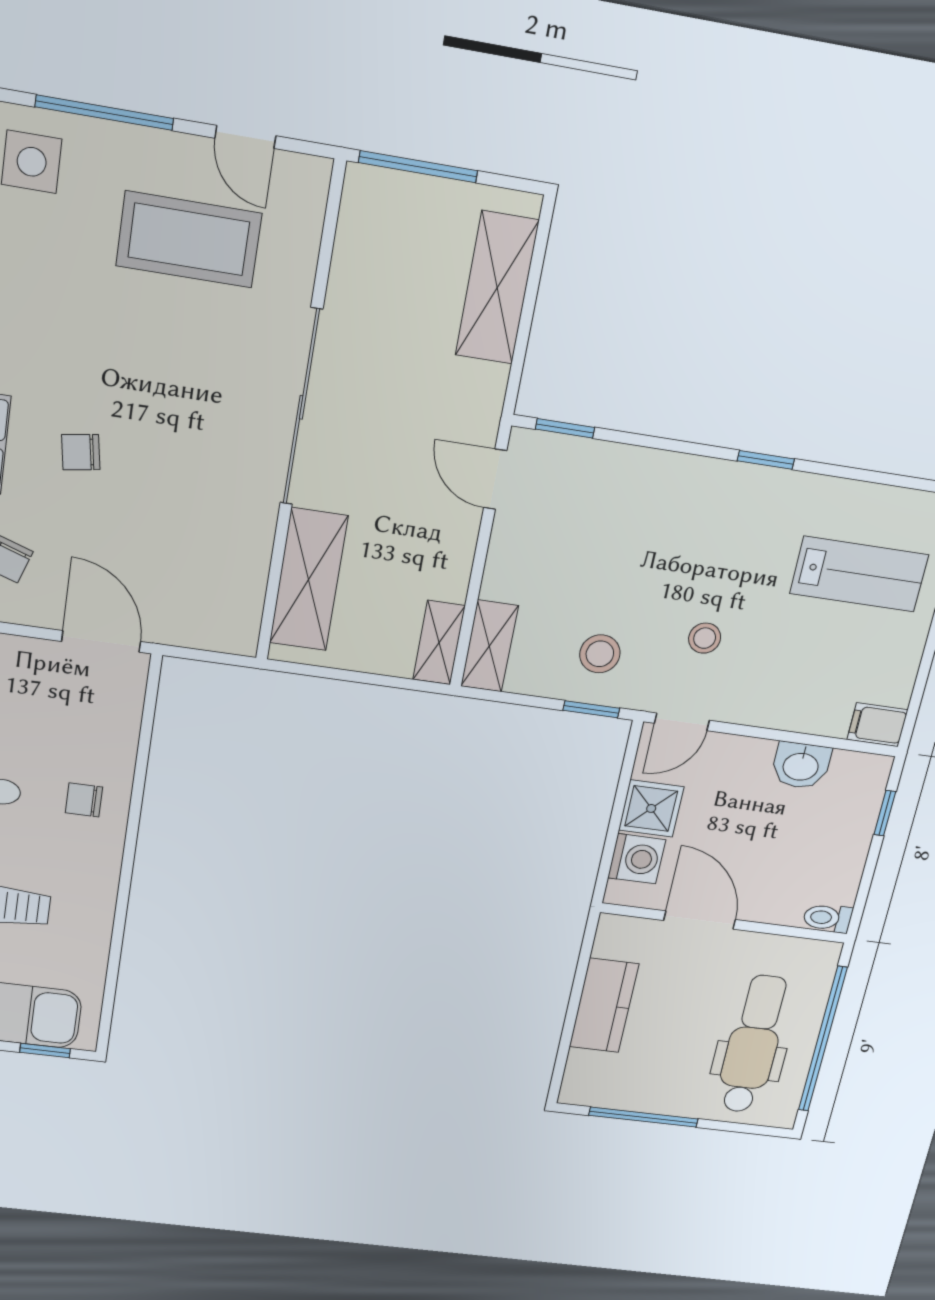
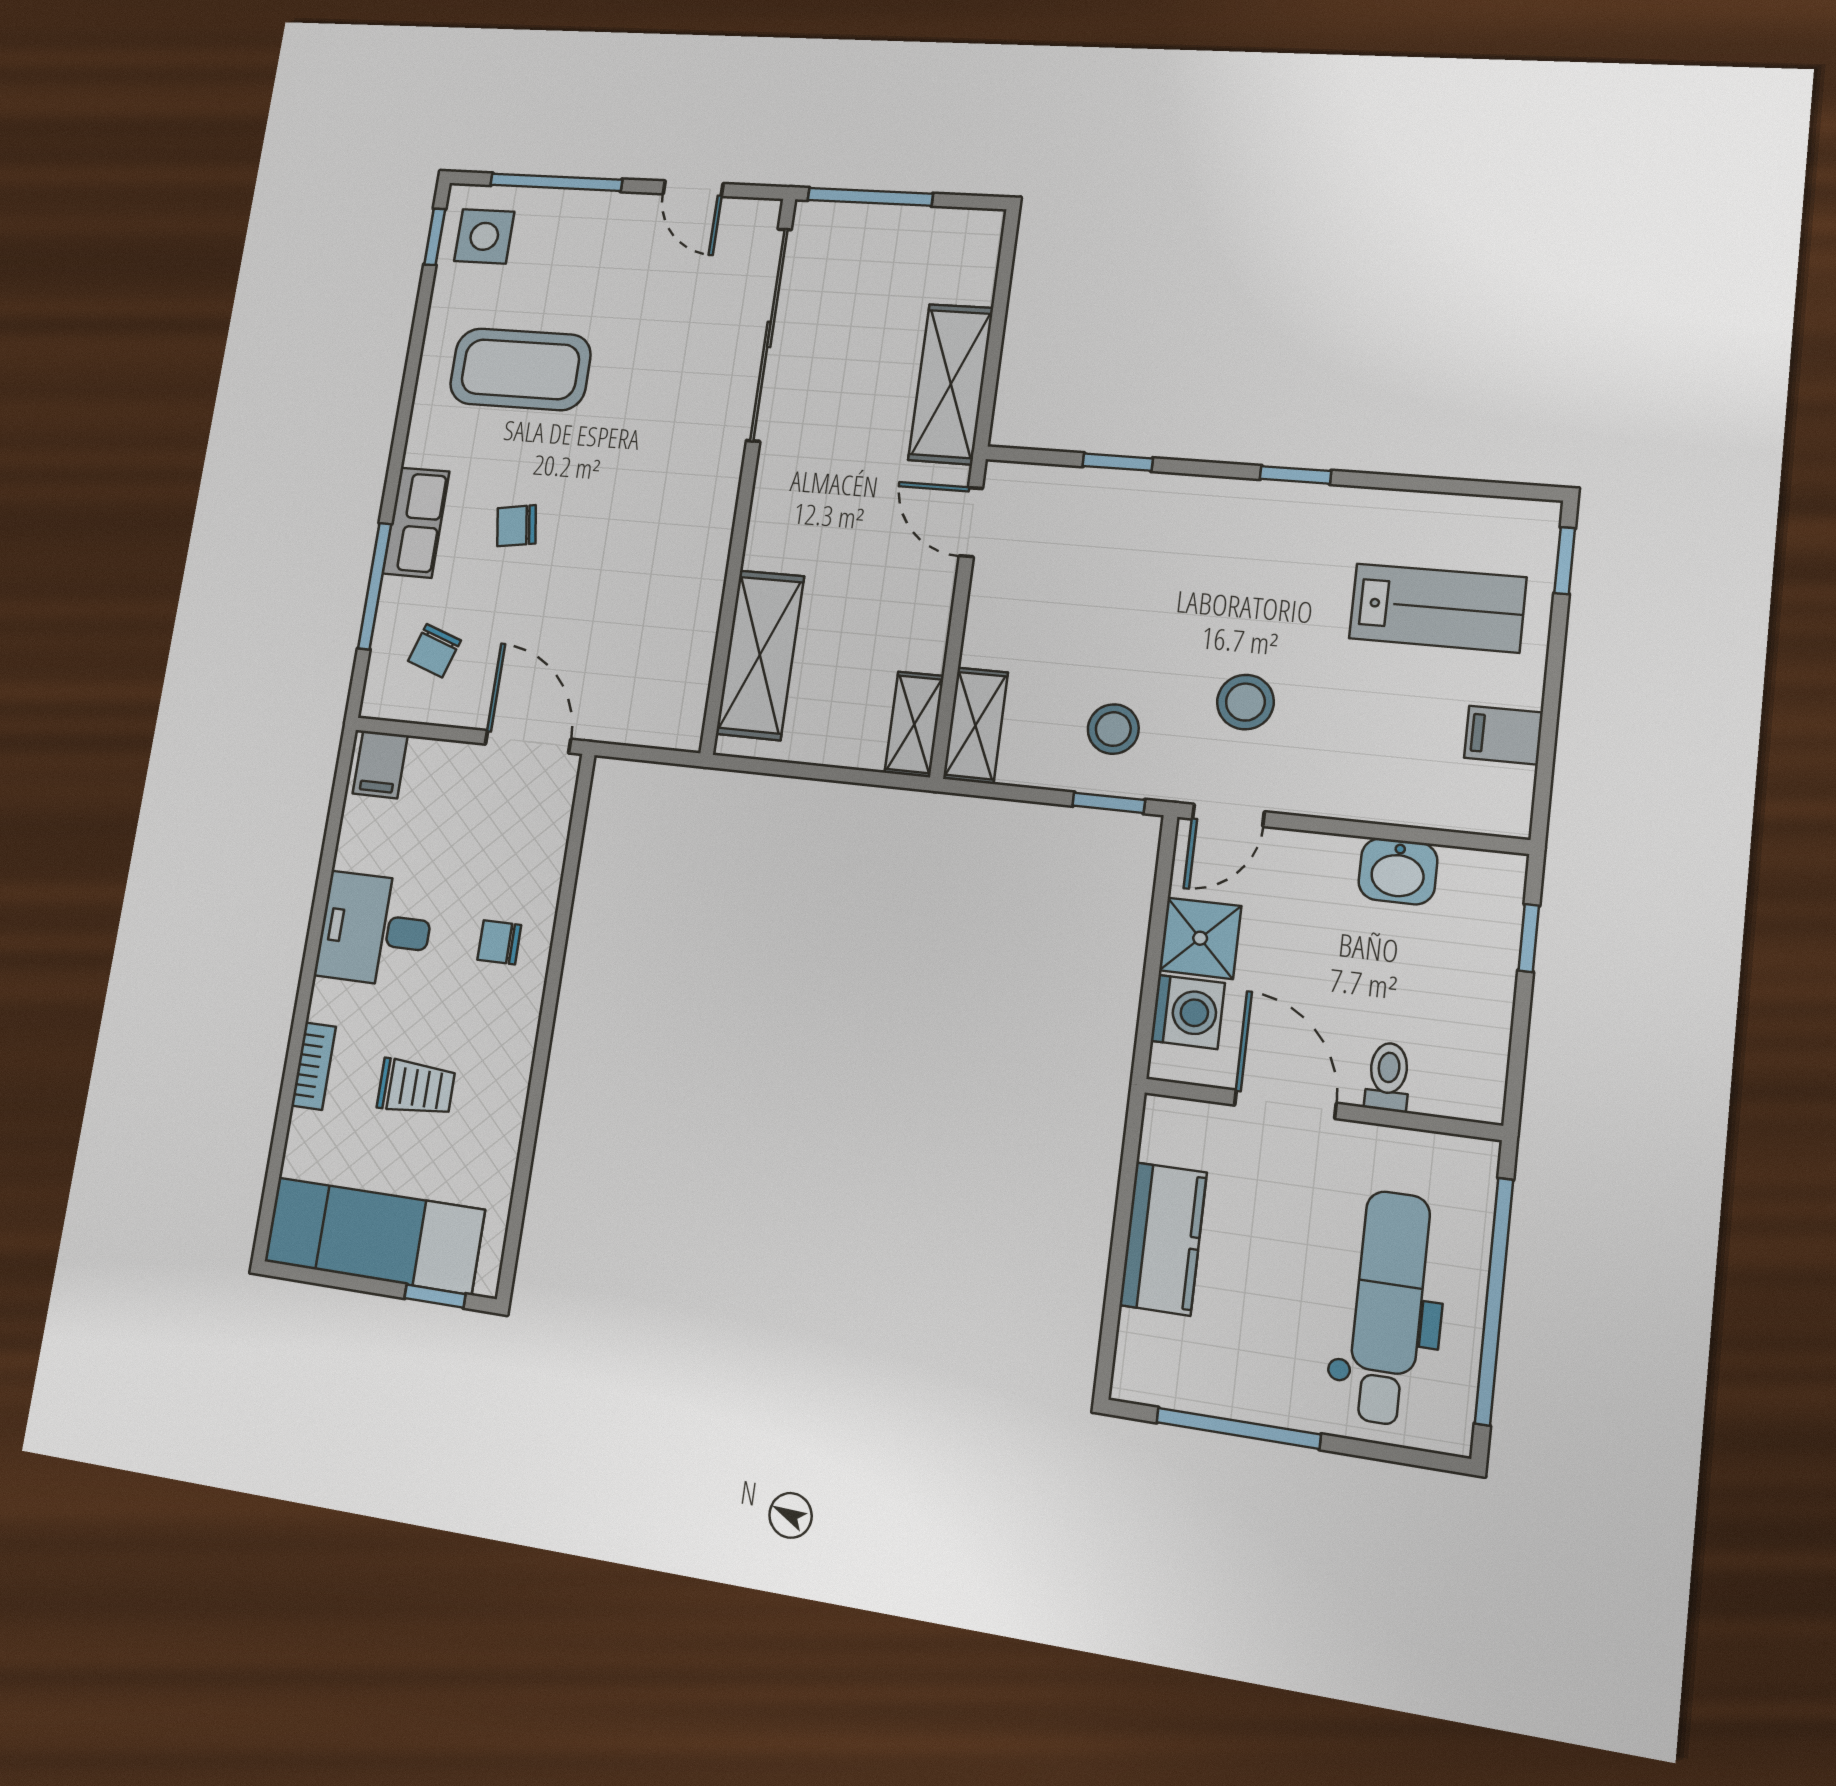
coffee table: (189, 239) -> (520, 369), moved
shelving: (497, 288) -> (951, 384), moved
sliding door: (301, 407) -> (769, 334), moved
window: (565, 428) -> (1118, 462), moved
stool: (705, 638) -> (1245, 702), width x1.37, depth x1.37
filing cabinet: (877, 725) -> (1504, 735), moved
toilet: (827, 918) -> (1388, 1077), moved, turned 90

